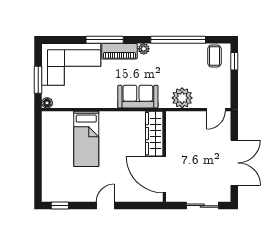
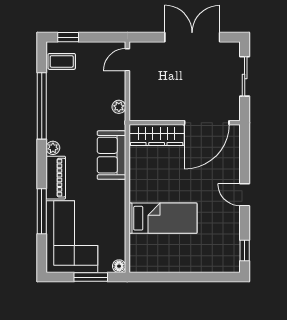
window: (105, 40) -> (42, 211), moved
plant: (182, 98) -> (119, 107), width x0.53, depth x0.53
door: (216, 110) -> (127, 60), swing flipped

